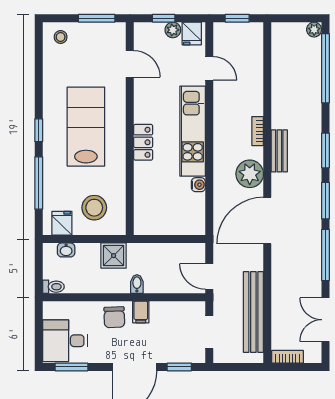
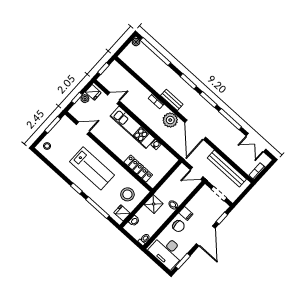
lab bench: (86, 127) -> (92, 168), turned 180
locker: (143, 142) -> (138, 169), moved, width x1.53
desk: (65, 341) -> (167, 251), width x1.37

